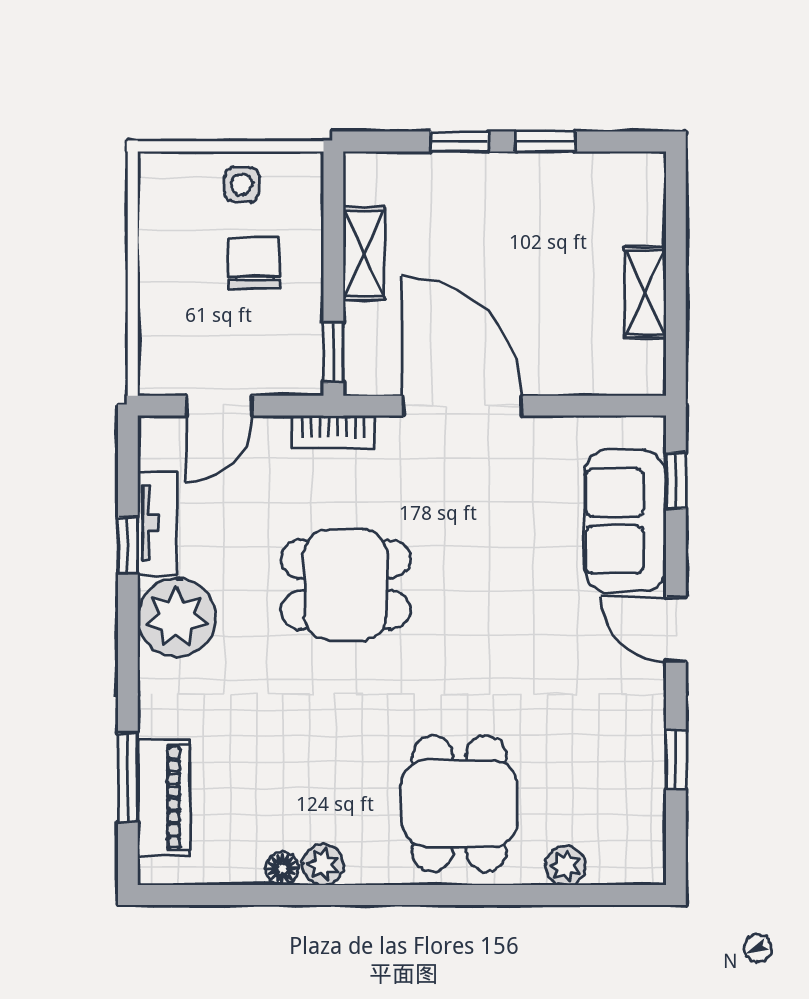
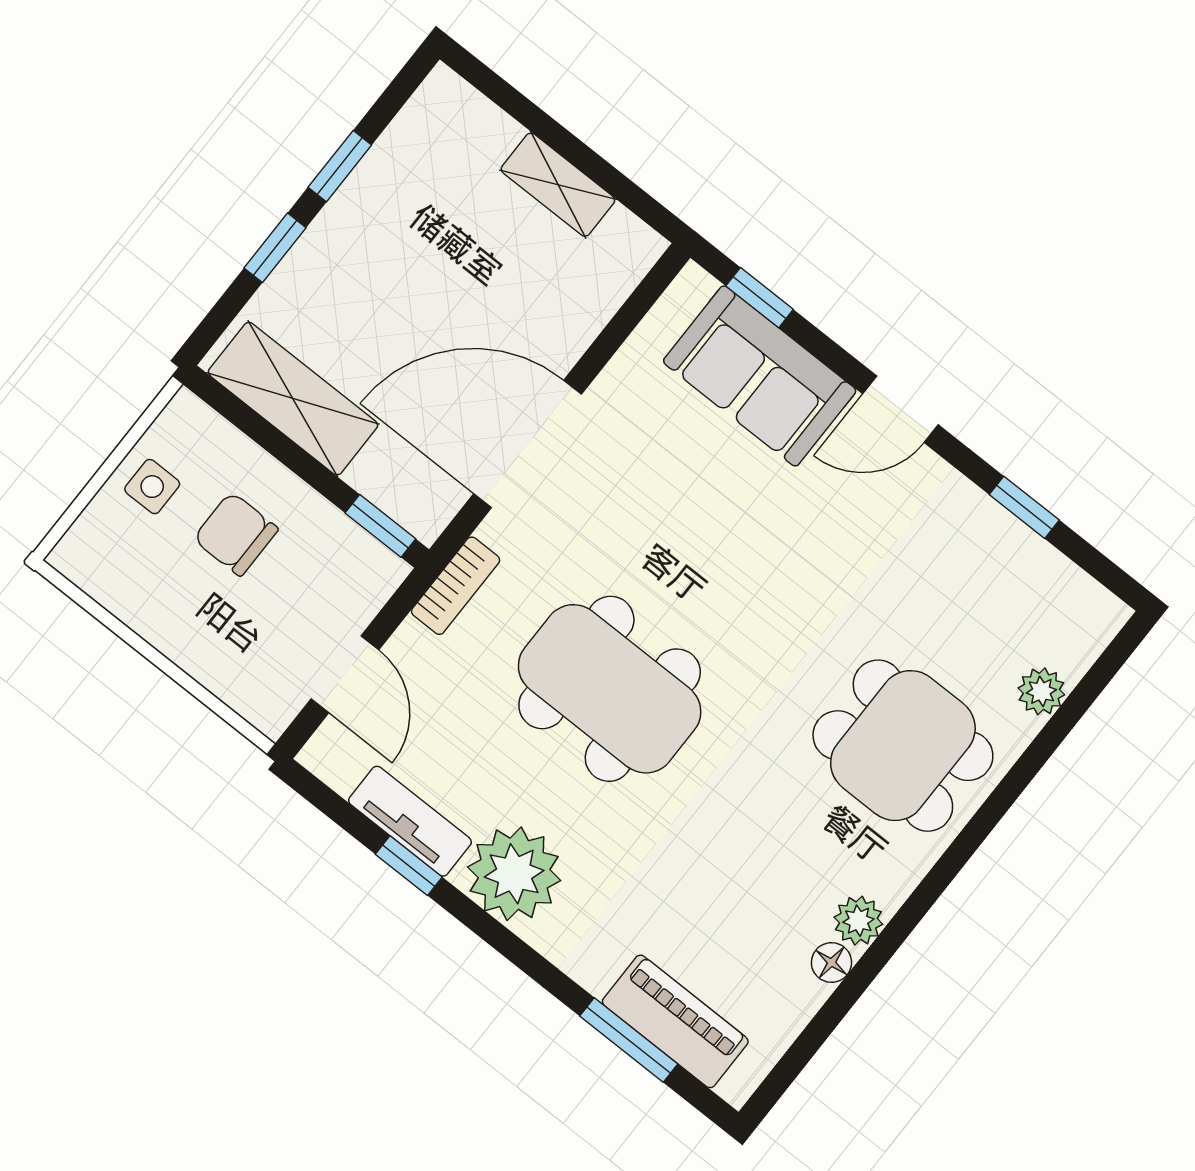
shelving: (364, 254) -> (293, 399), width x1.50, depth x1.33
dining table: (346, 585) -> (610, 689), width x1.37

